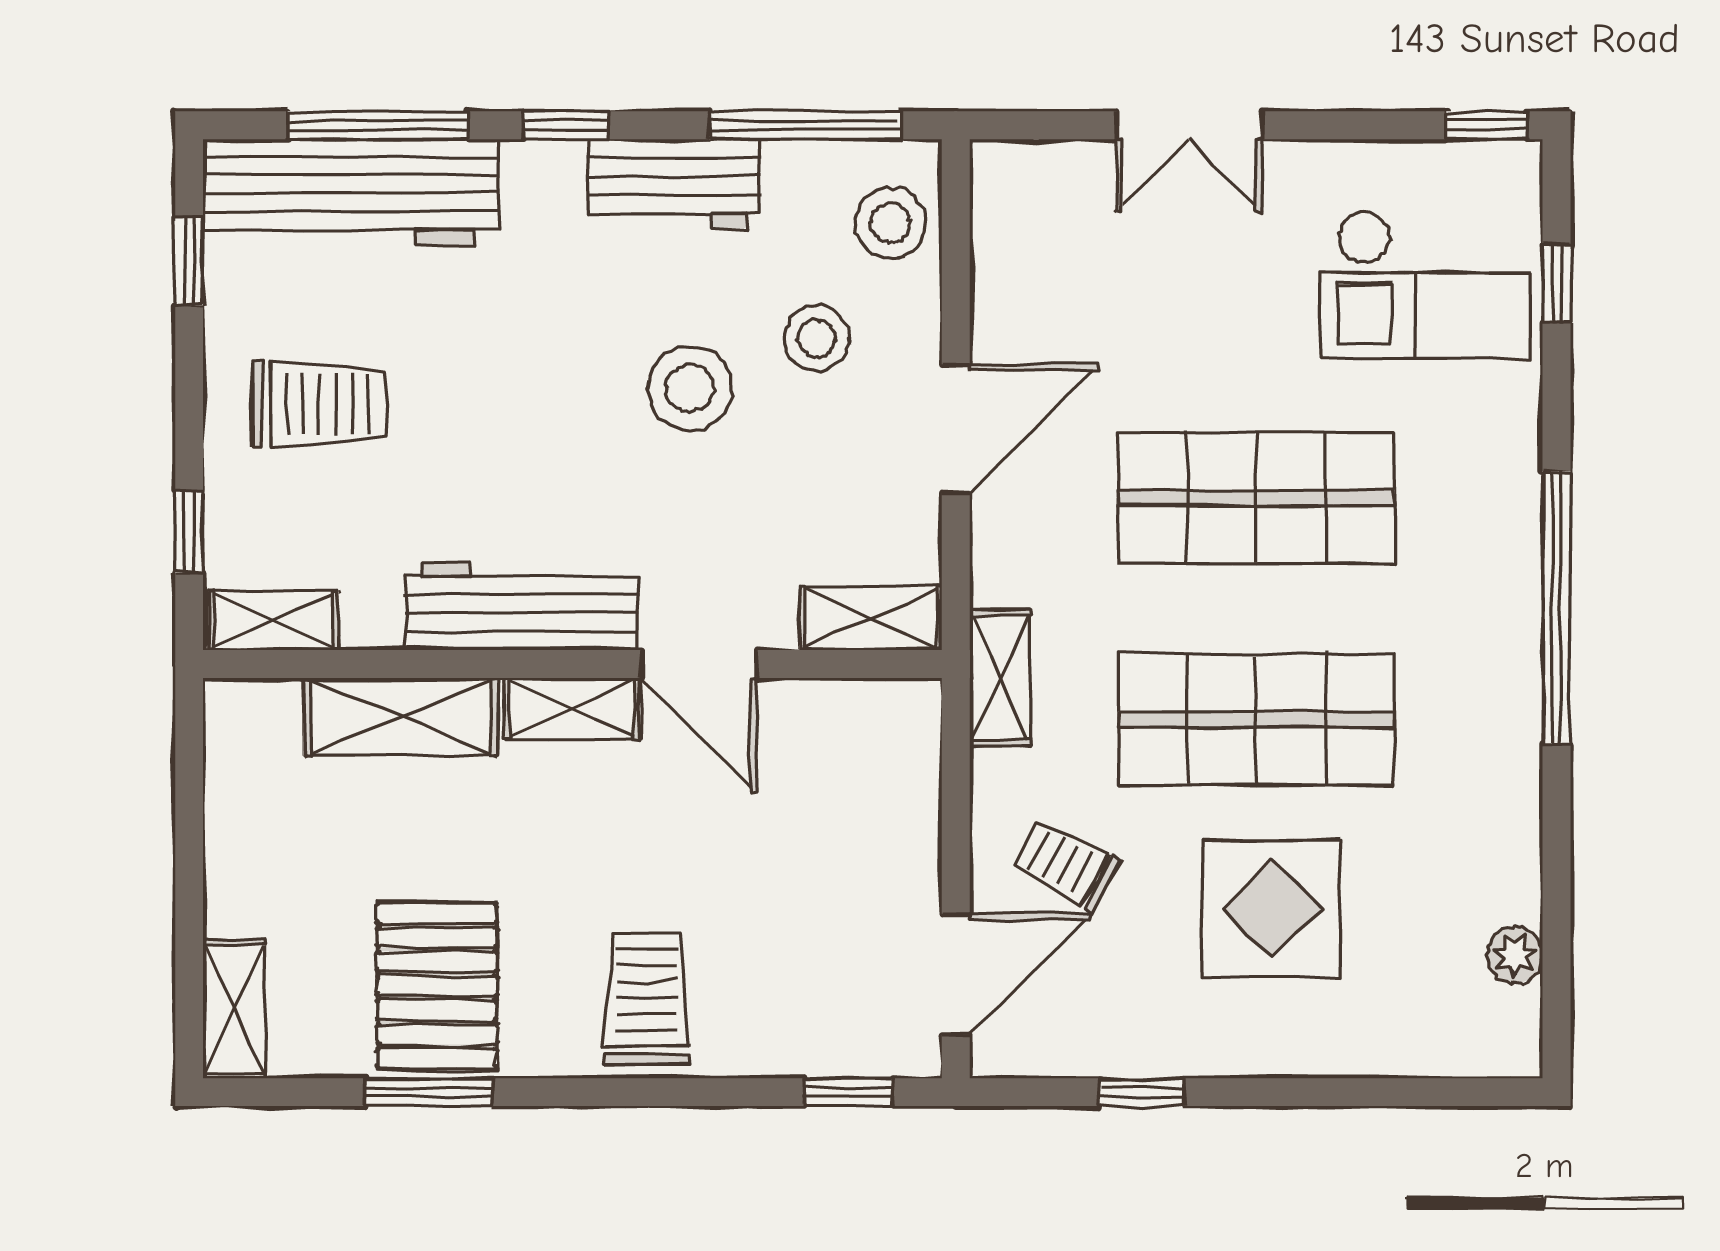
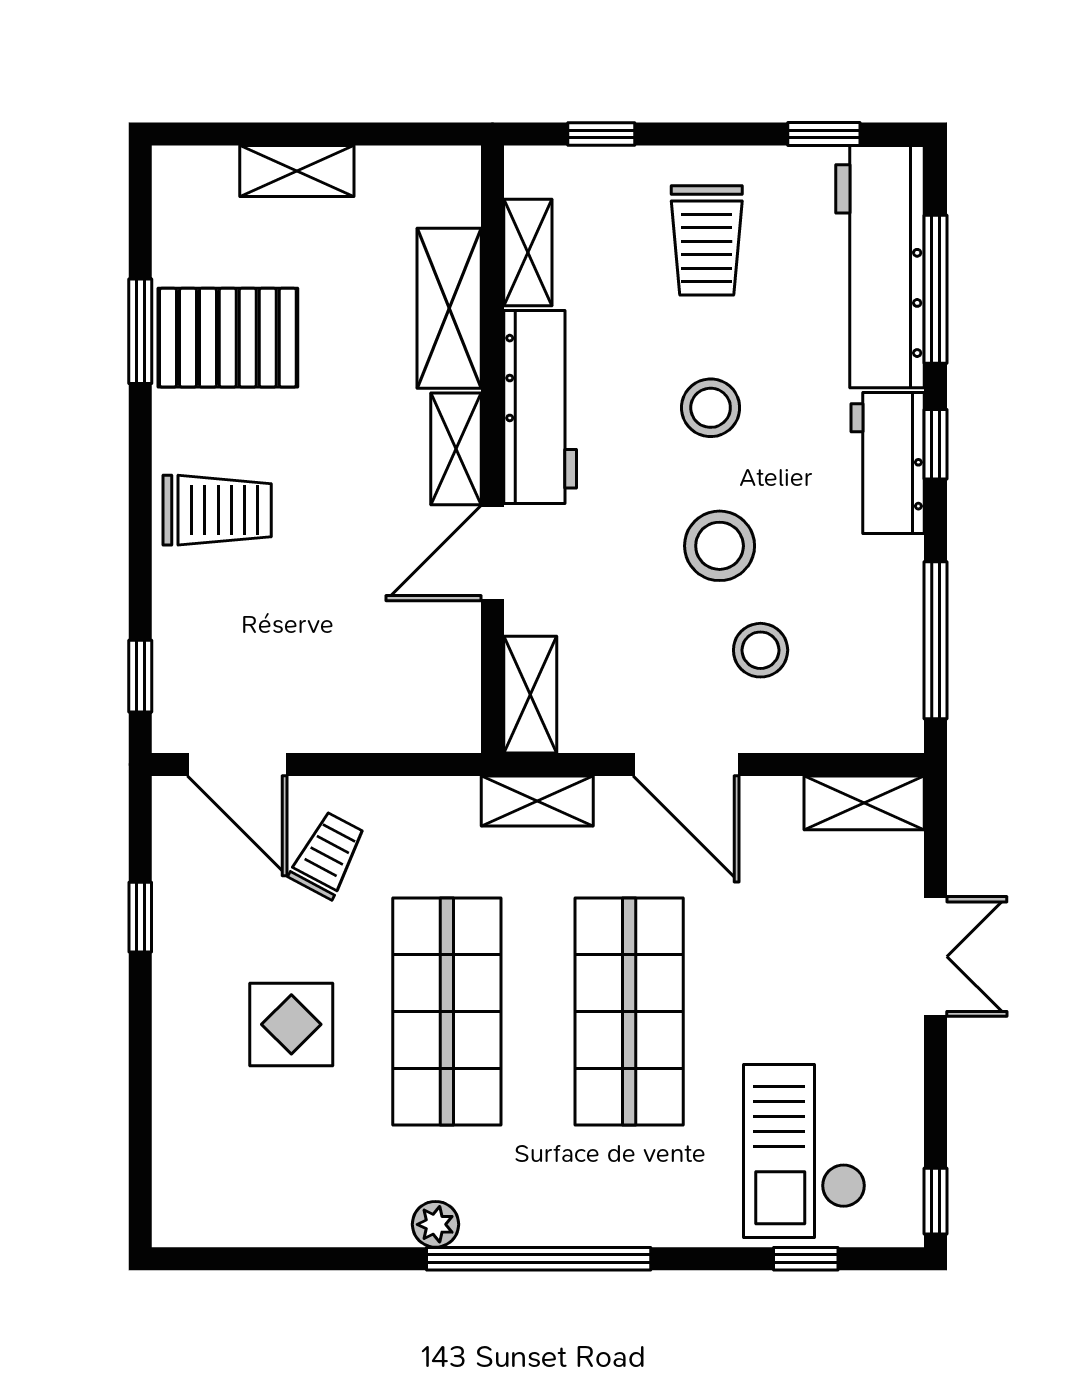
double door: (1189, 125) -> (936, 957), swing flipped
workbench: (674, 183) -> (888, 463), moved
shelving: (1002, 212) -> (864, 803), added
stool: (890, 223) -> (711, 408), moved
shelving: (273, 621) -> (528, 252), moved
shelving: (1000, 678) -> (537, 801), moved
display table: (1272, 909) -> (291, 1024), width x0.73, depth x0.73
plant: (1515, 955) -> (436, 1224), moved
shelving: (234, 1009) -> (297, 171), moved

